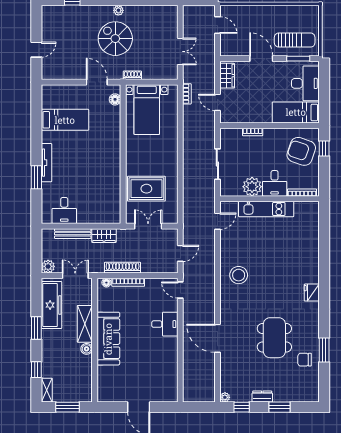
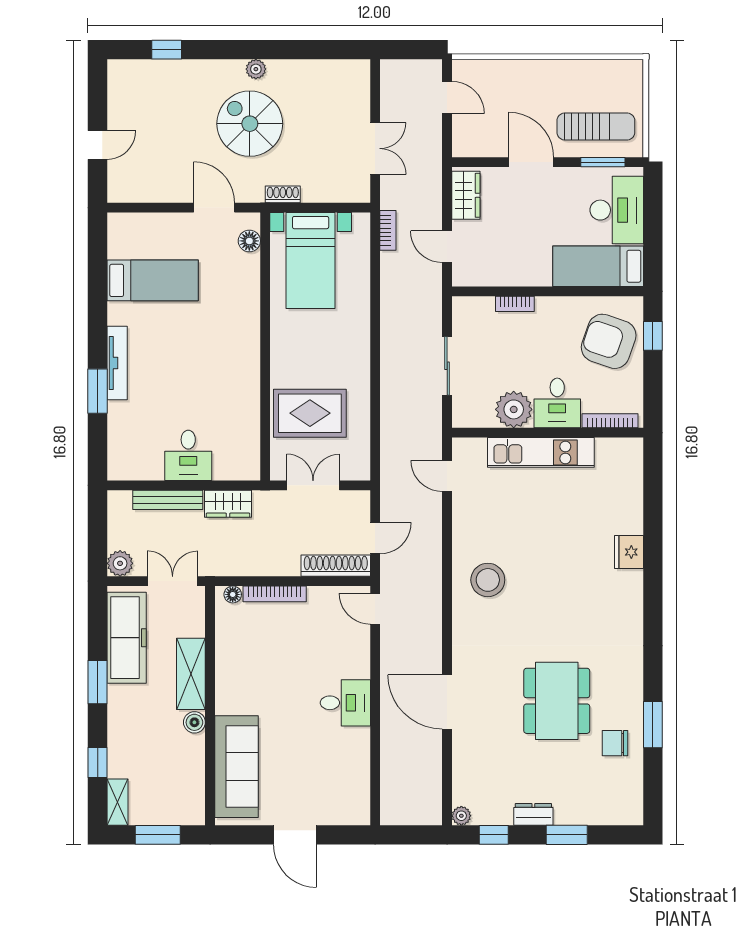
desk: (64, 210) -> (188, 455), moved
door: (217, 221) -> (447, 476), swing flipped
shoe rack: (123, 268) -> (336, 566), moved
fridge: (312, 293) -> (629, 552), moved
desk: (165, 324) -> (345, 703), moved
sofa: (108, 339) -> (237, 767), moved

